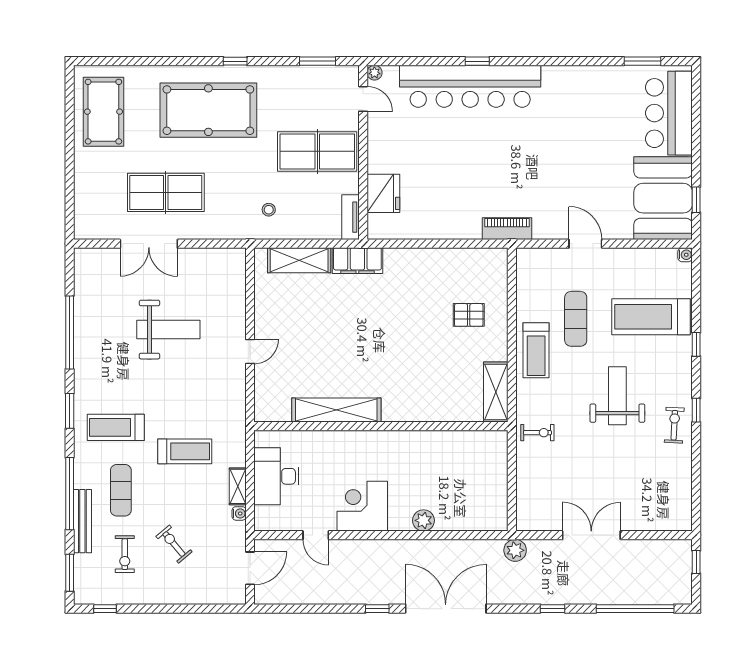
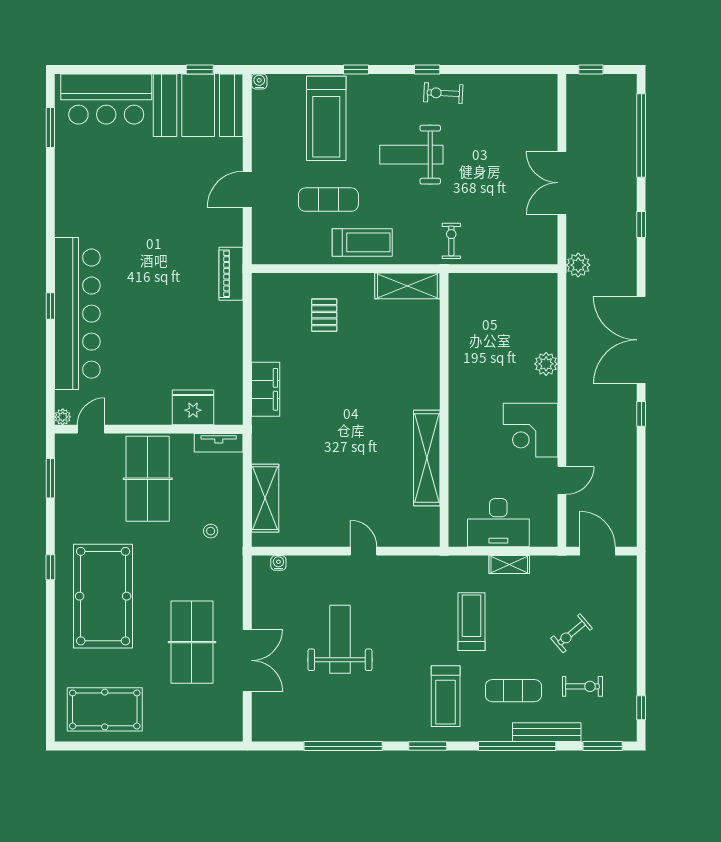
filing cabinet: (357, 261) -> (266, 389), moved
water cooler: (239, 513) -> (278, 563), moved

